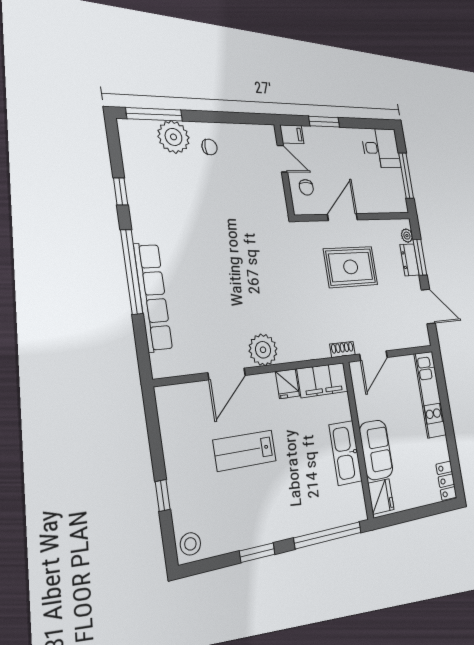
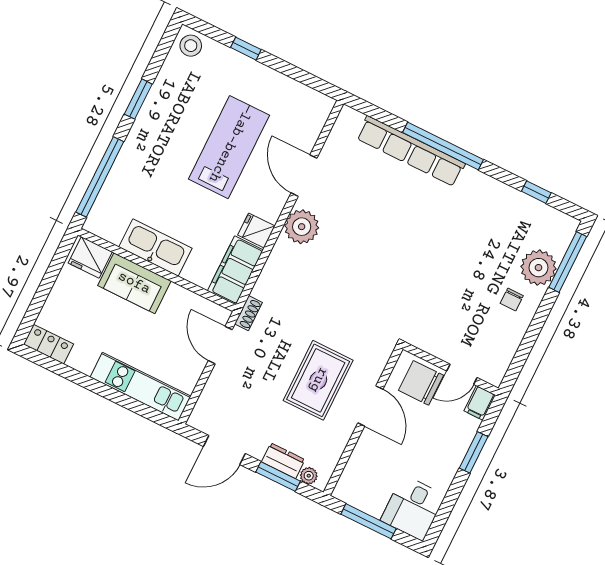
chair: (306, 187) -> (421, 383), width x1.87, depth x1.87
window: (121, 191) -> (536, 192), moved
lab bench: (245, 451) -> (229, 147), width x1.36, depth x1.39

